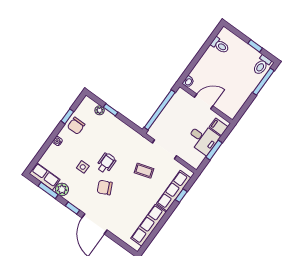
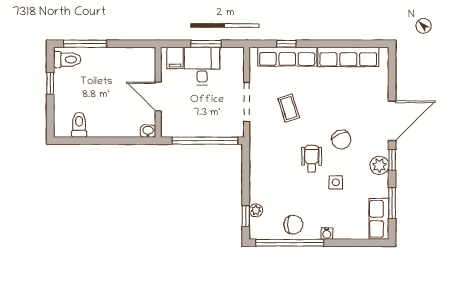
window: (111, 110) -> (246, 216), moved
window: (67, 116) -> (290, 243), width x3.17
wheelchair: (106, 163) -> (312, 158), turned 90
plant: (62, 189) -> (379, 165), moved

